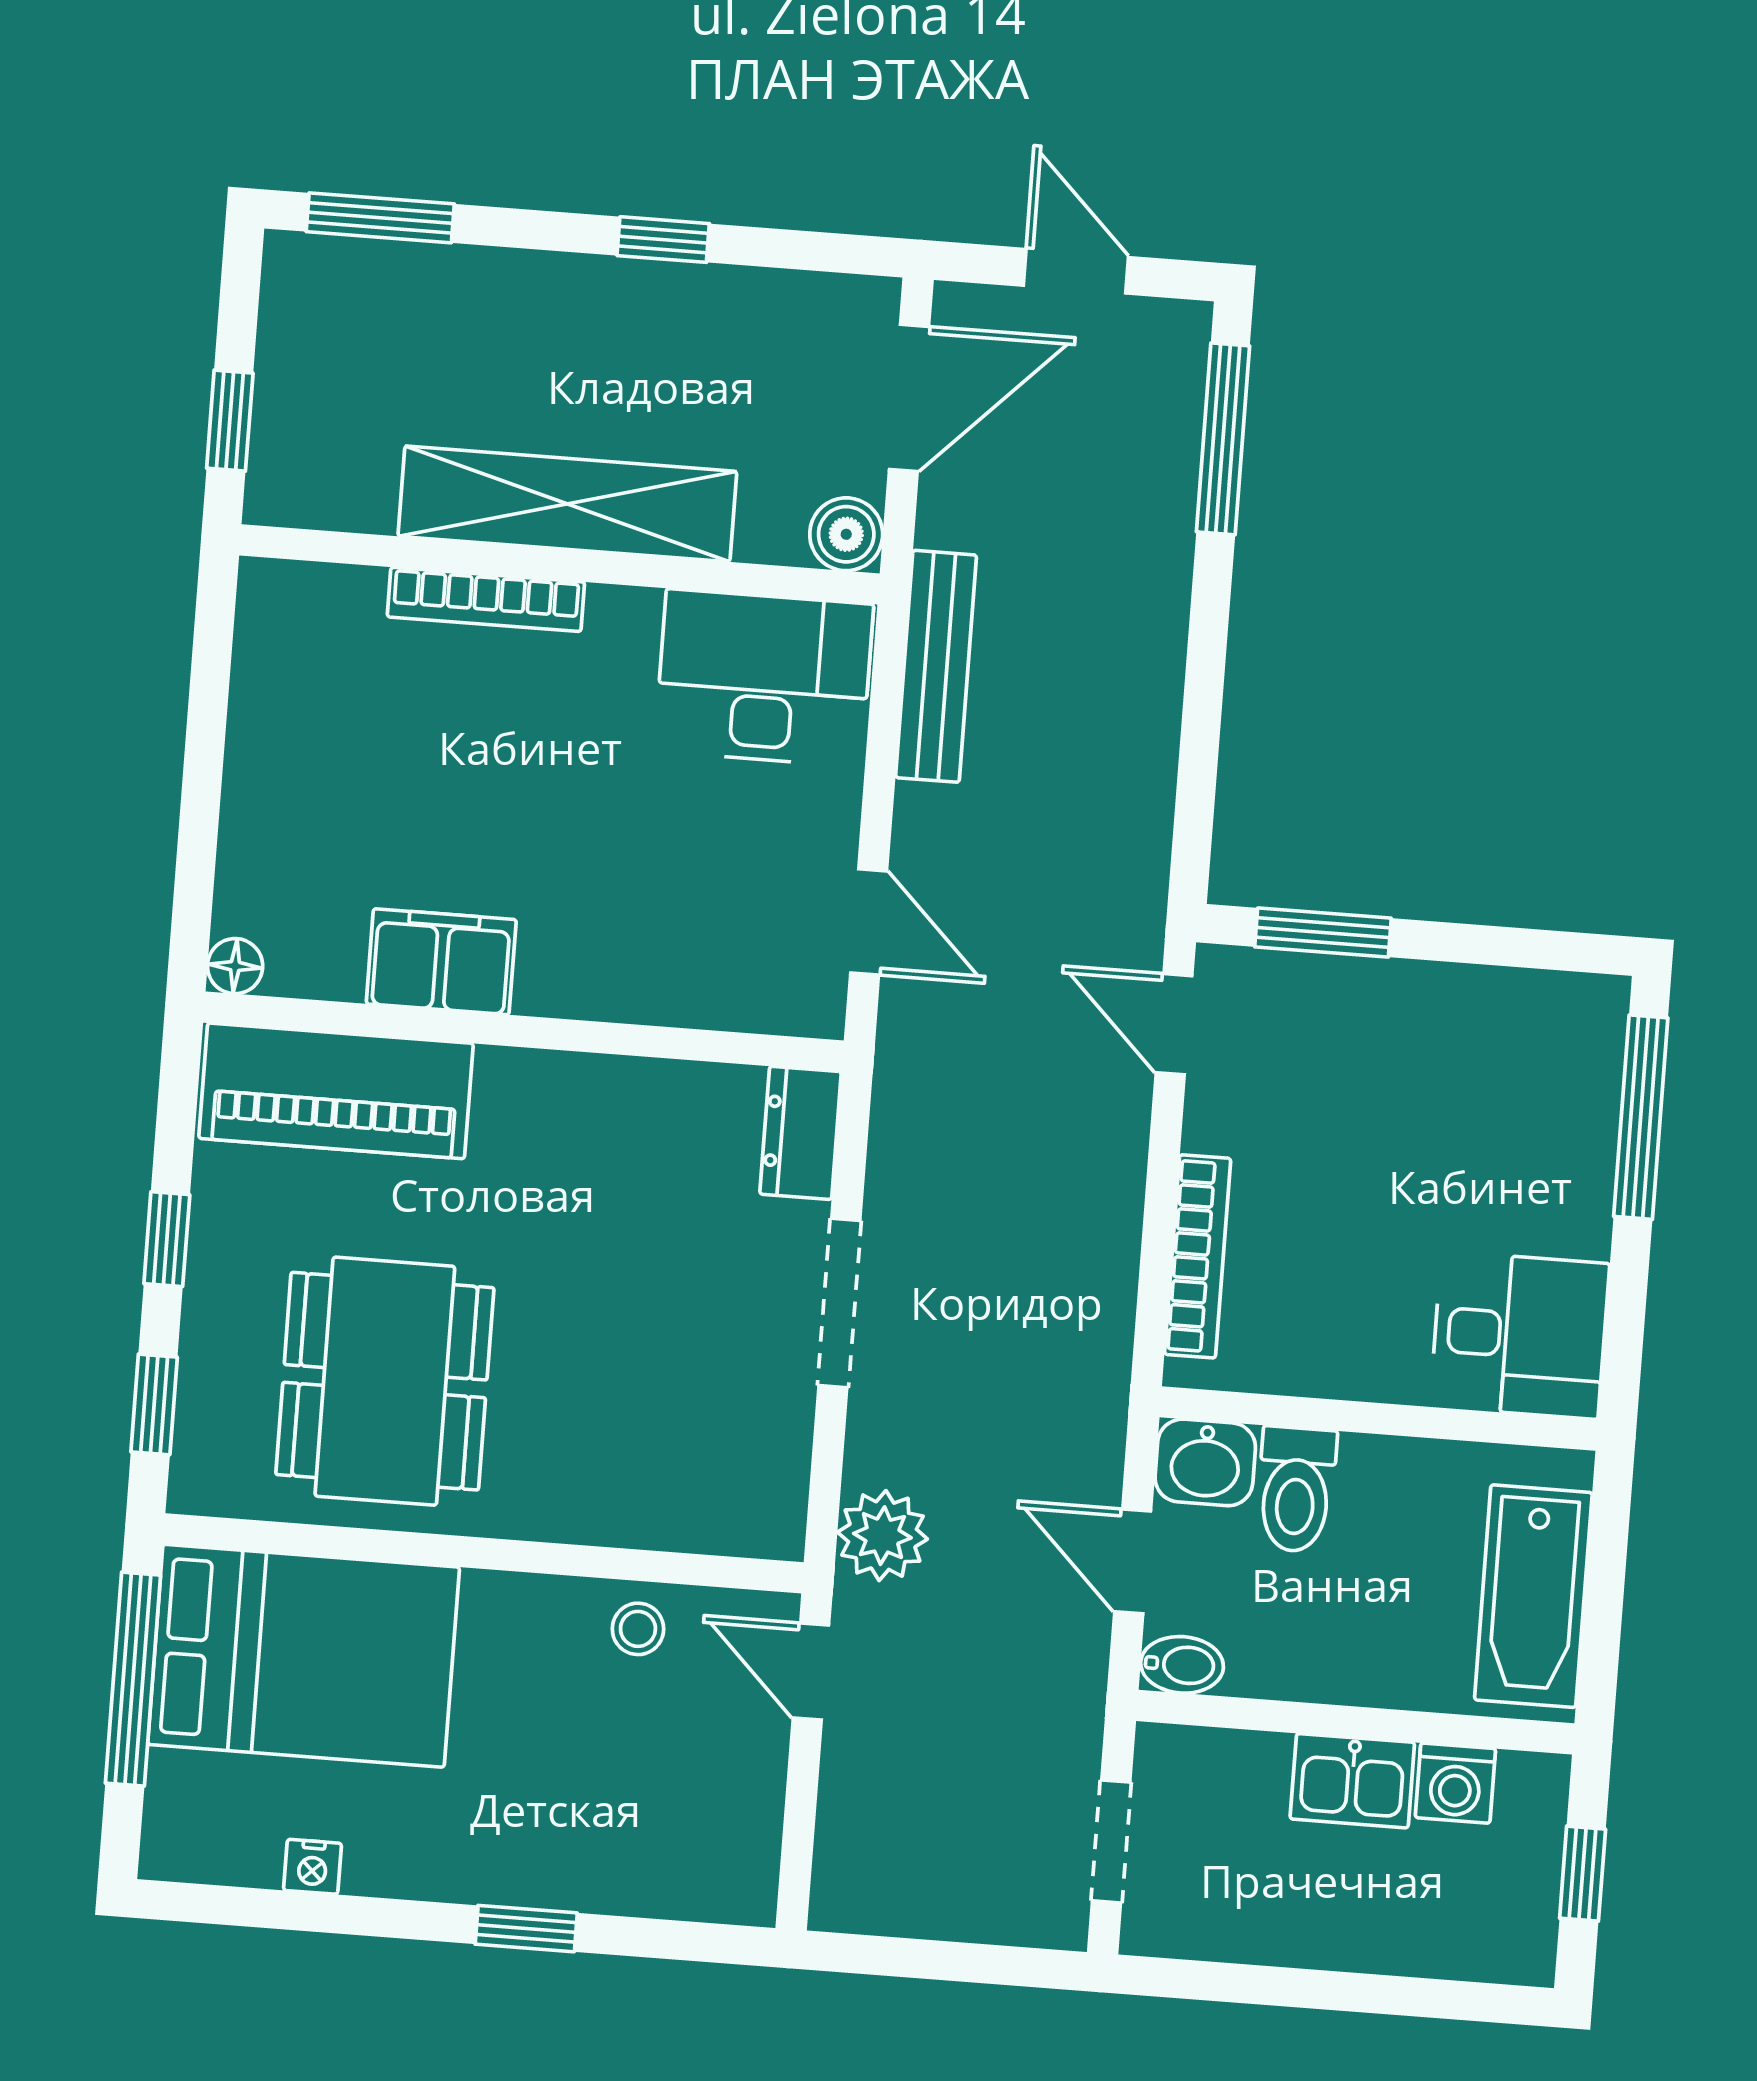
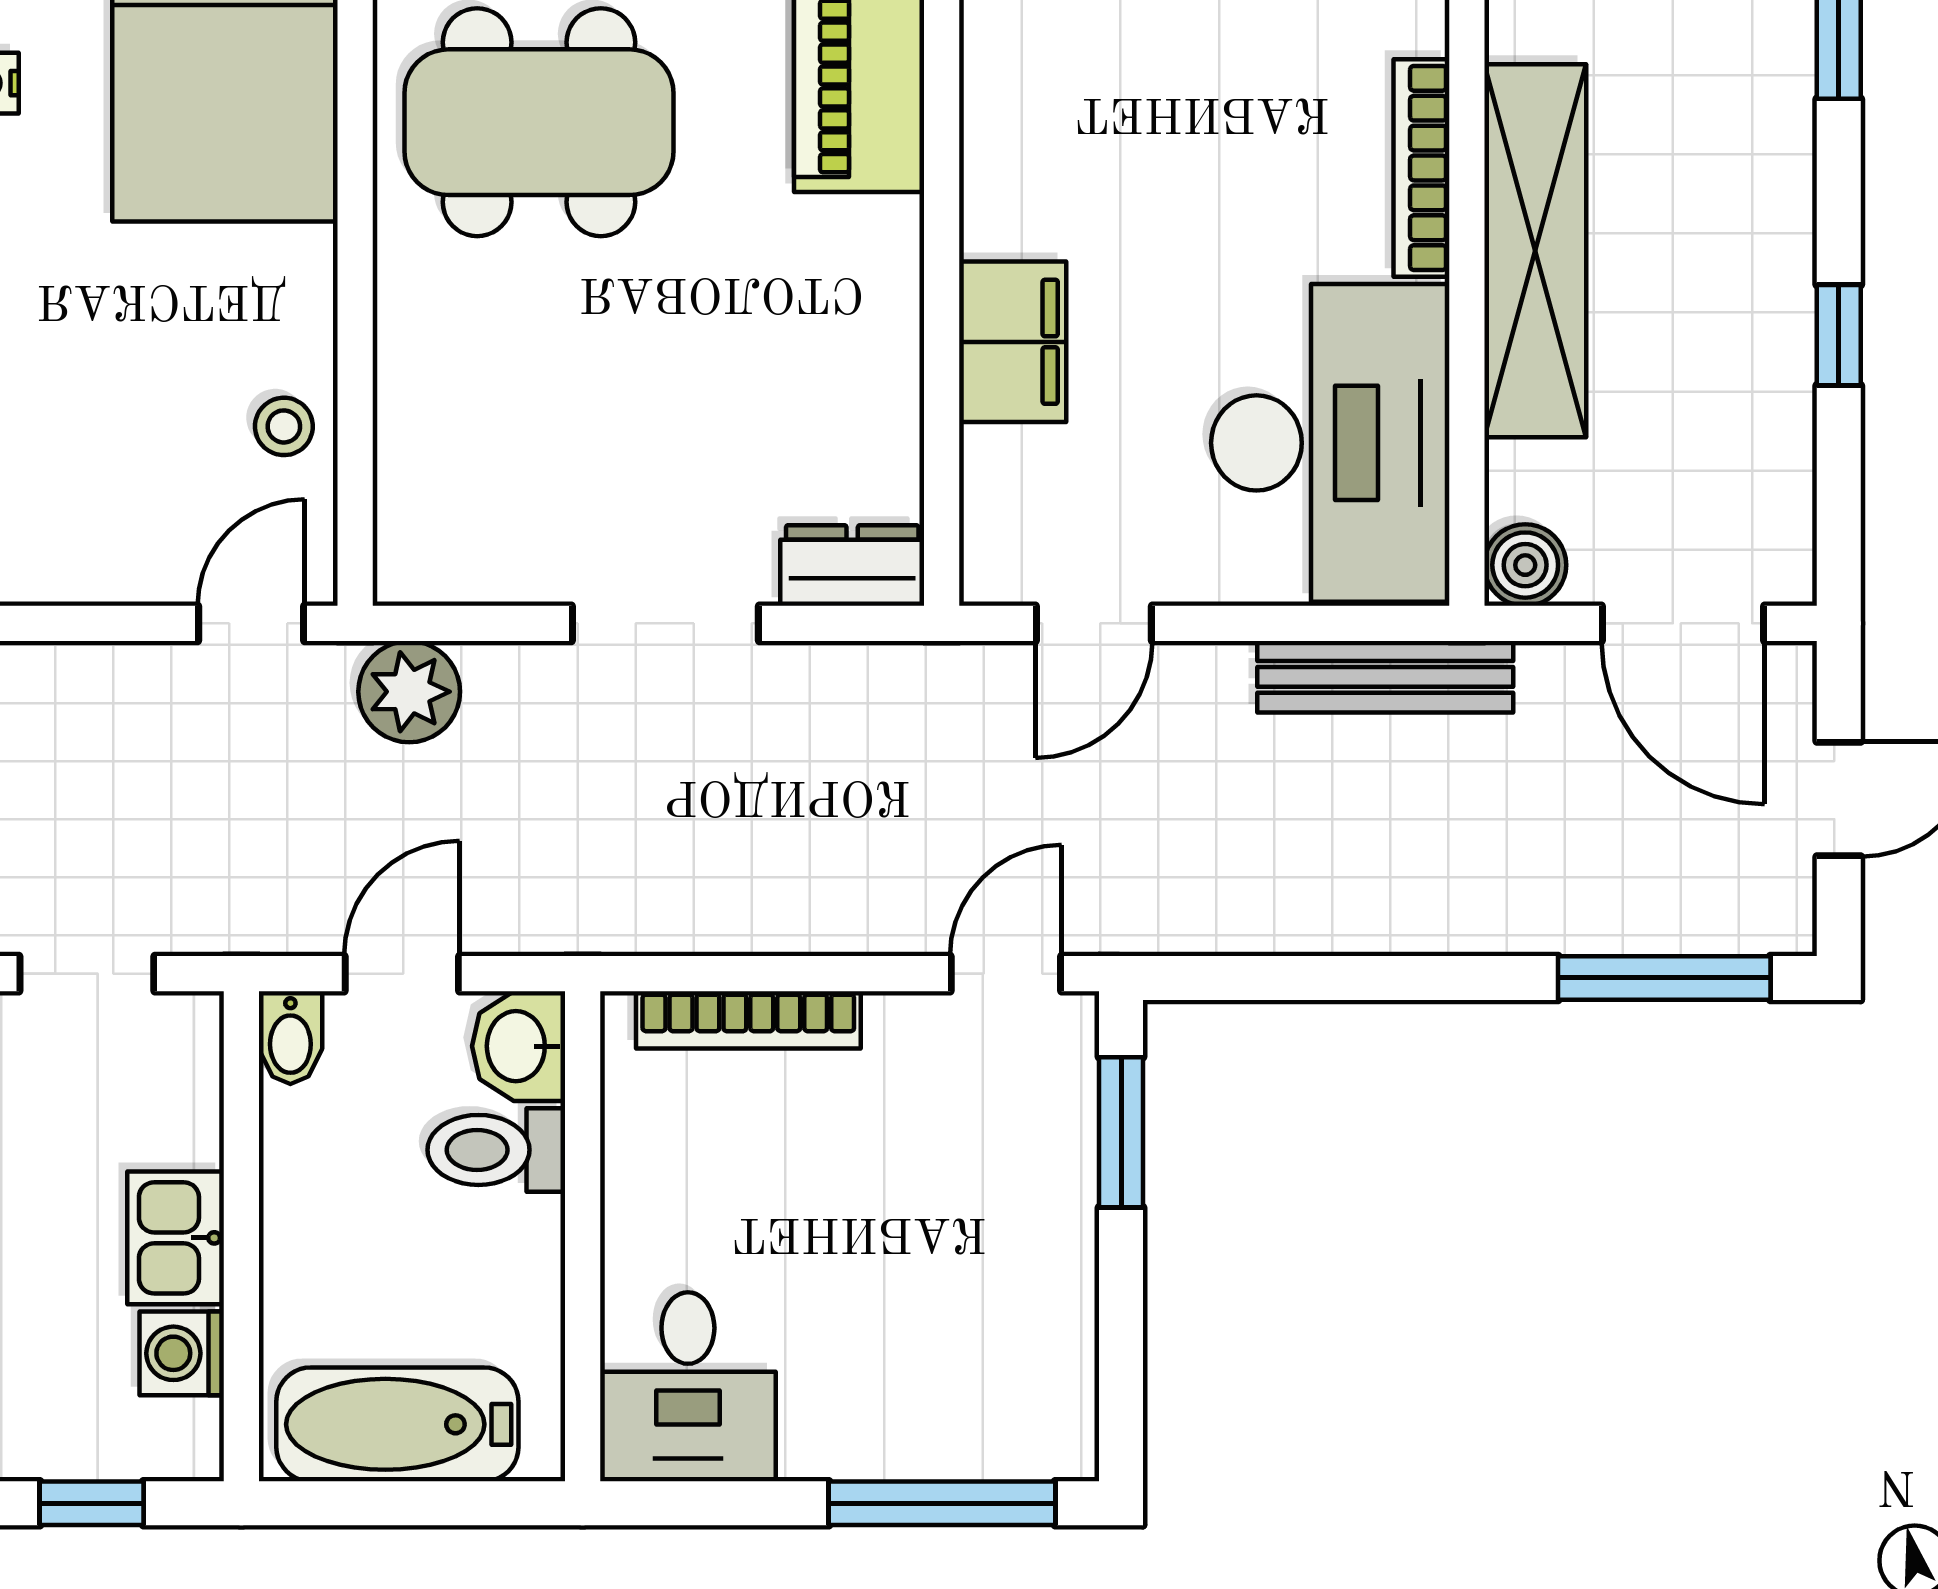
desk: (764, 678) -> (1330, 443), width x1.36, depth x1.30
filing cabinet: (441, 962) -> (1013, 342), moved

